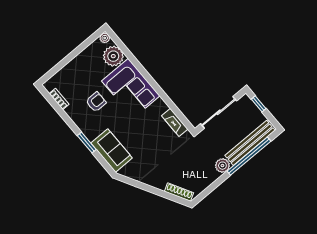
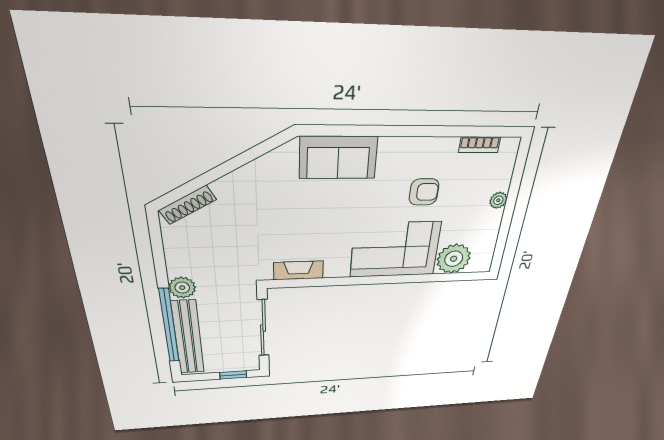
plant: (105, 38) -> (498, 200), moved
armchair: (96, 102) -> (424, 192), turned -90
window: (87, 143) -> (384, 131), removed

